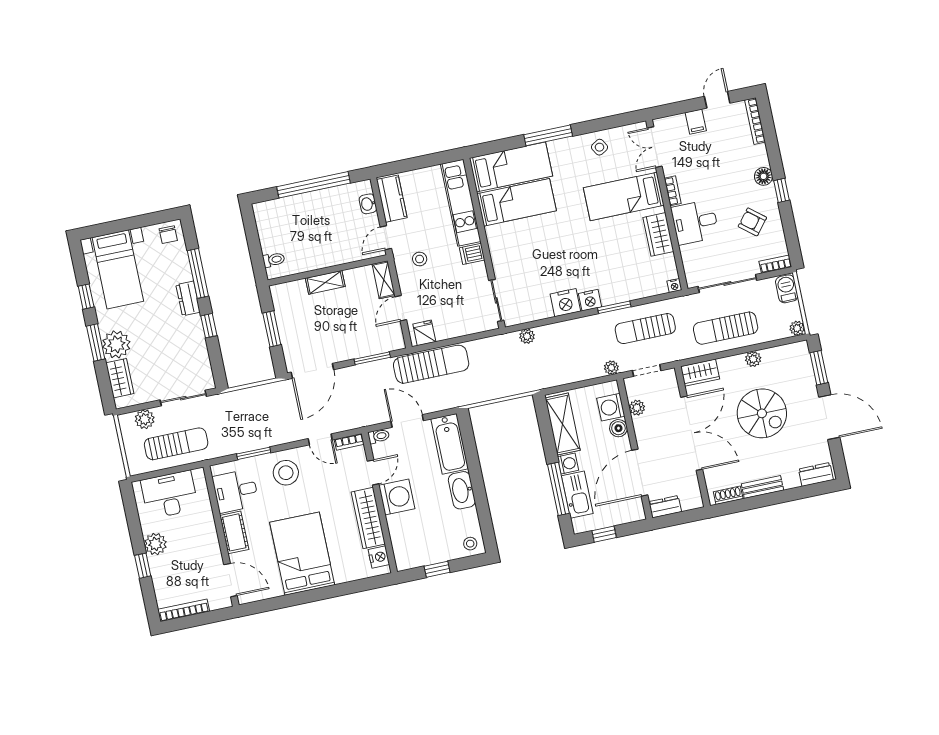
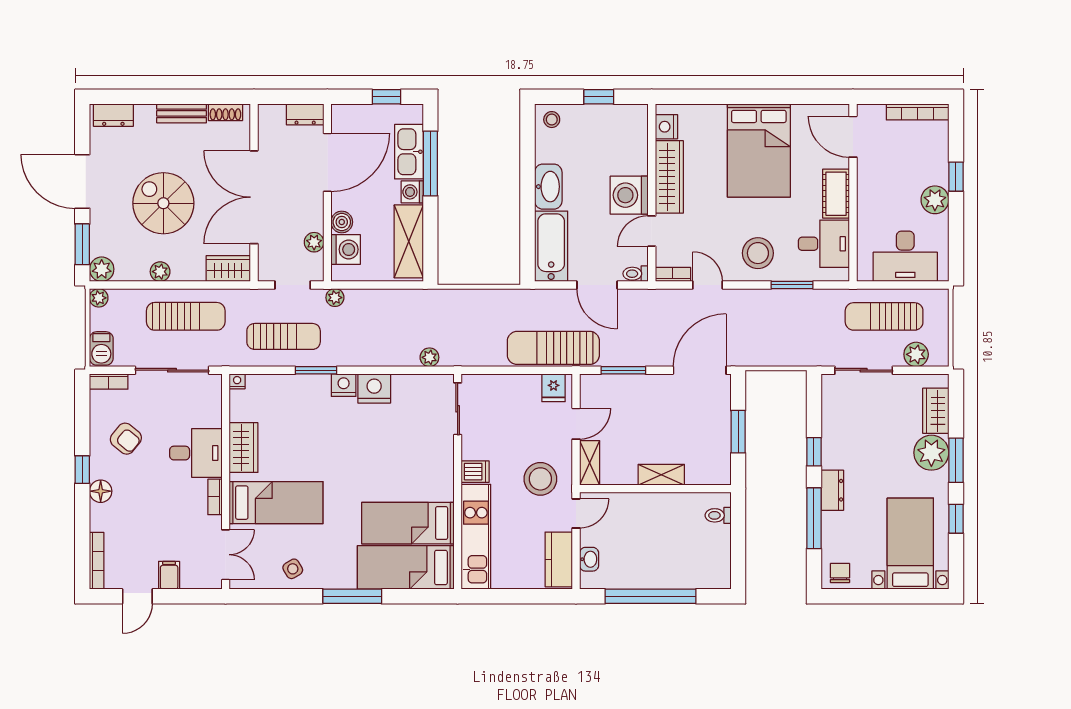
stool: (420, 259) -> (540, 479), width x1.89, depth x1.89
plant: (800, 351) -> (102, 269), added

